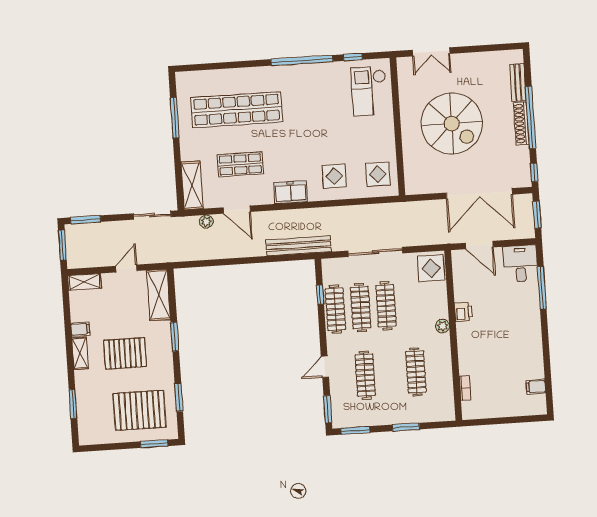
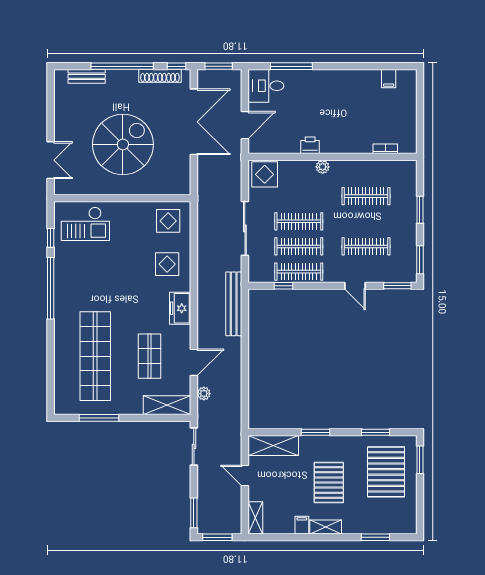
shoe rack: (521, 124) -> (160, 76), moved

